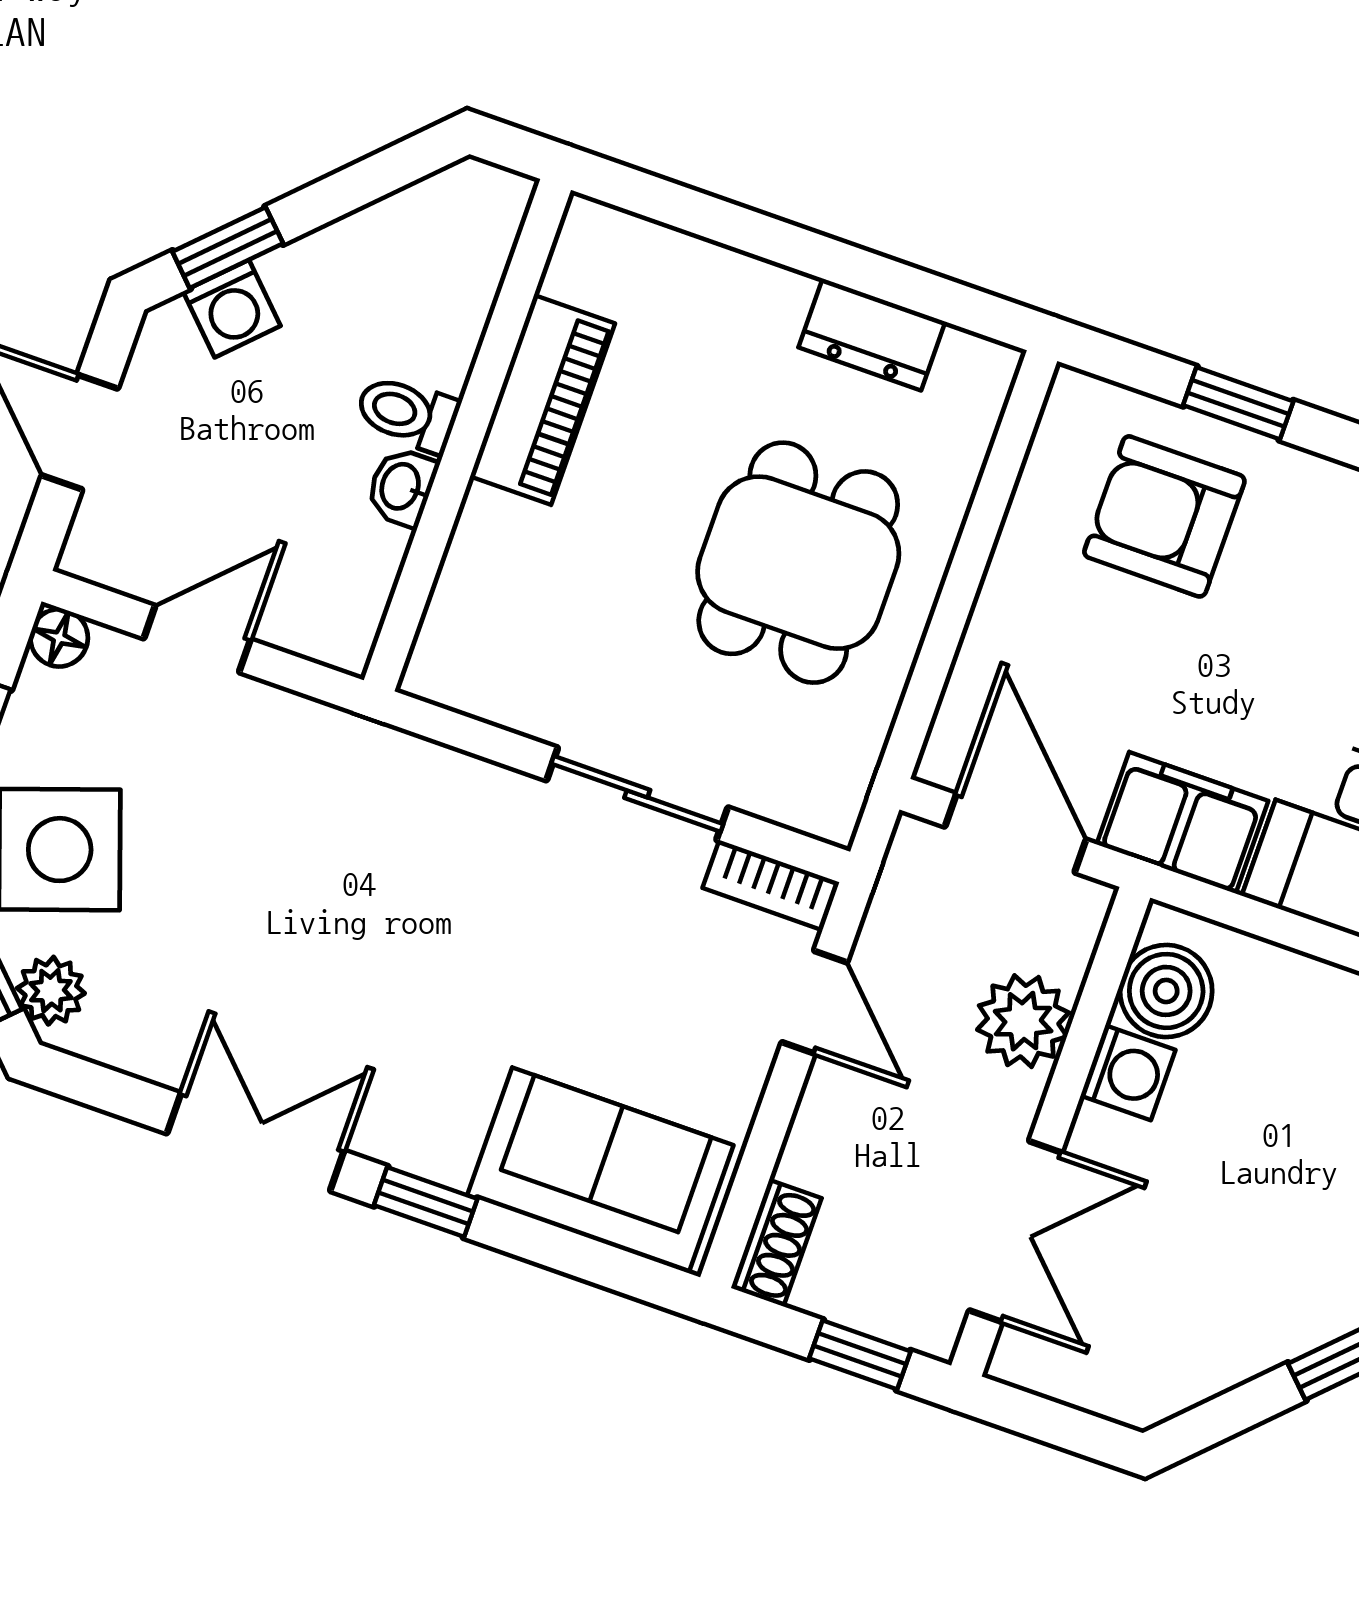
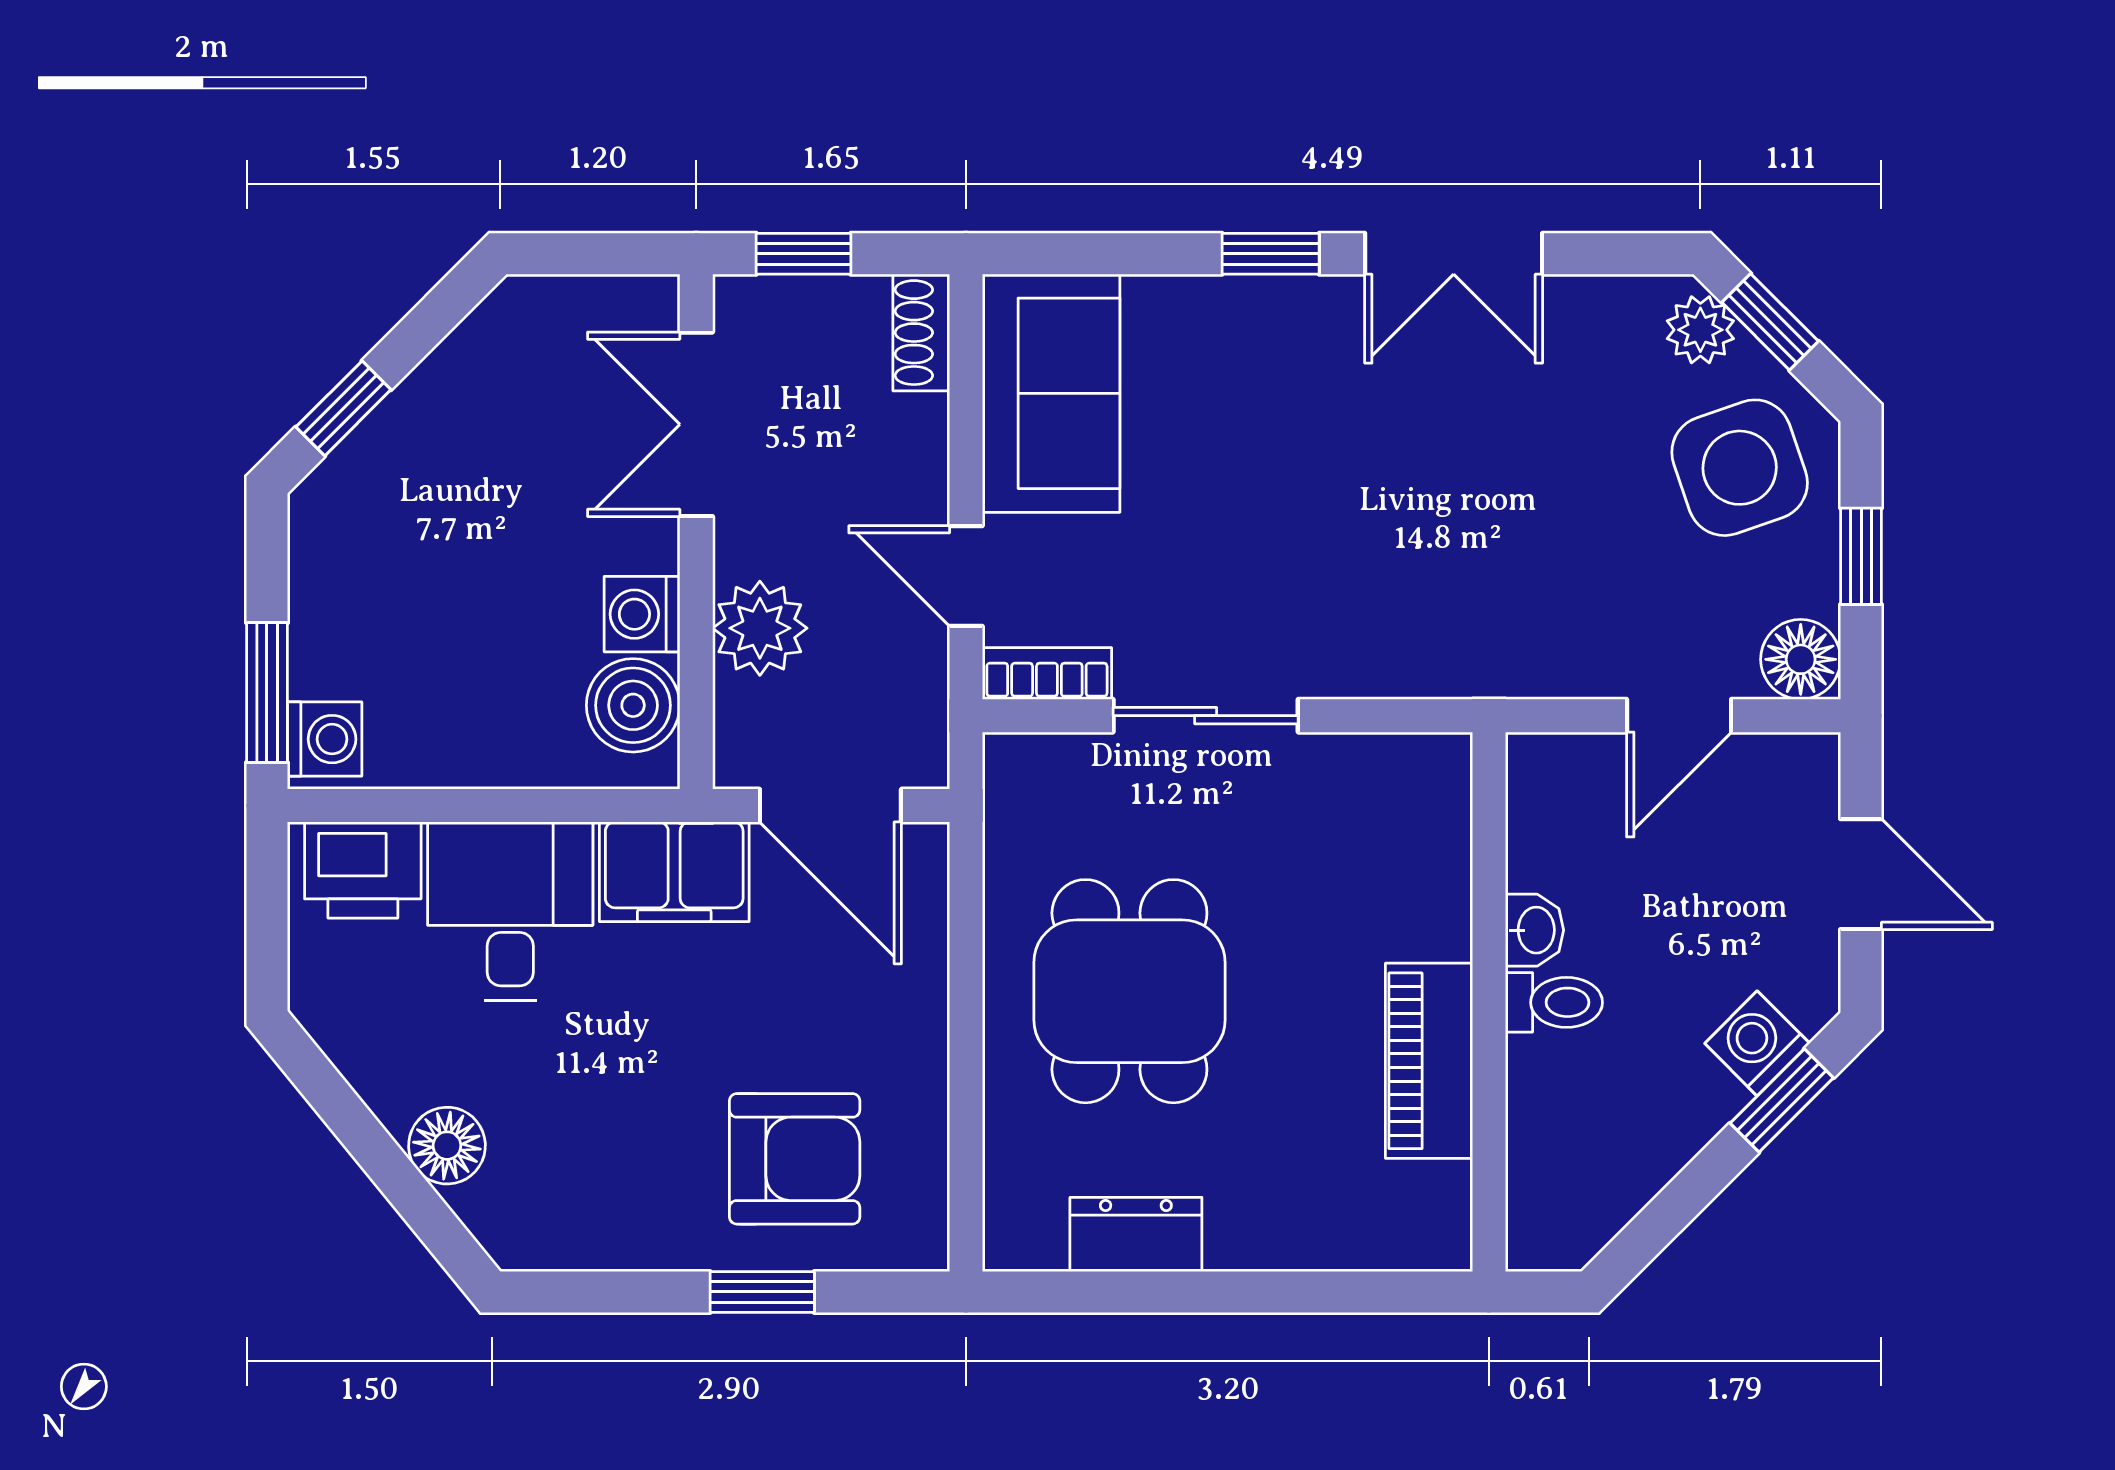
floor lamp: (59, 638) -> (1801, 659), width x1.37, depth x1.37
sofa: (600, 1170) -> (1051, 393), moved, turned -90

